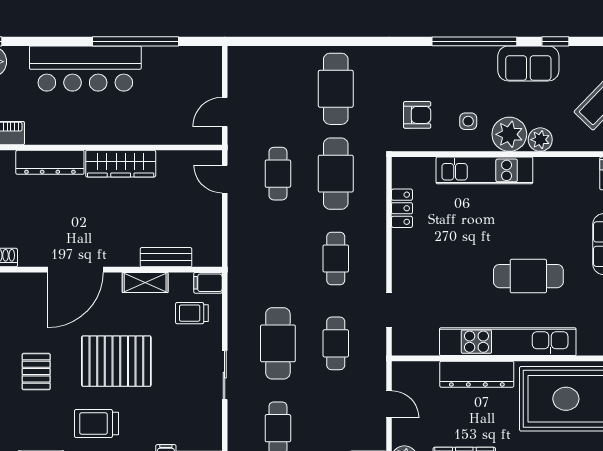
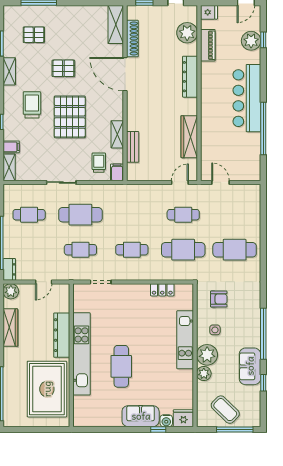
armchair: (417, 115) -> (219, 299), turned -90
wardrobe: (121, 164) -> (189, 137), moved
door: (75, 270) -> (125, 74), moved

